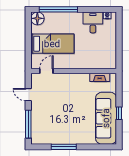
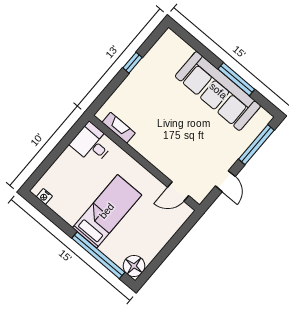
desk: (93, 22) -> (92, 144), moved, turned 90
bed: (52, 44) -> (107, 211), moved, turned 90
sofa: (106, 118) -> (218, 91), moved, turned 90

